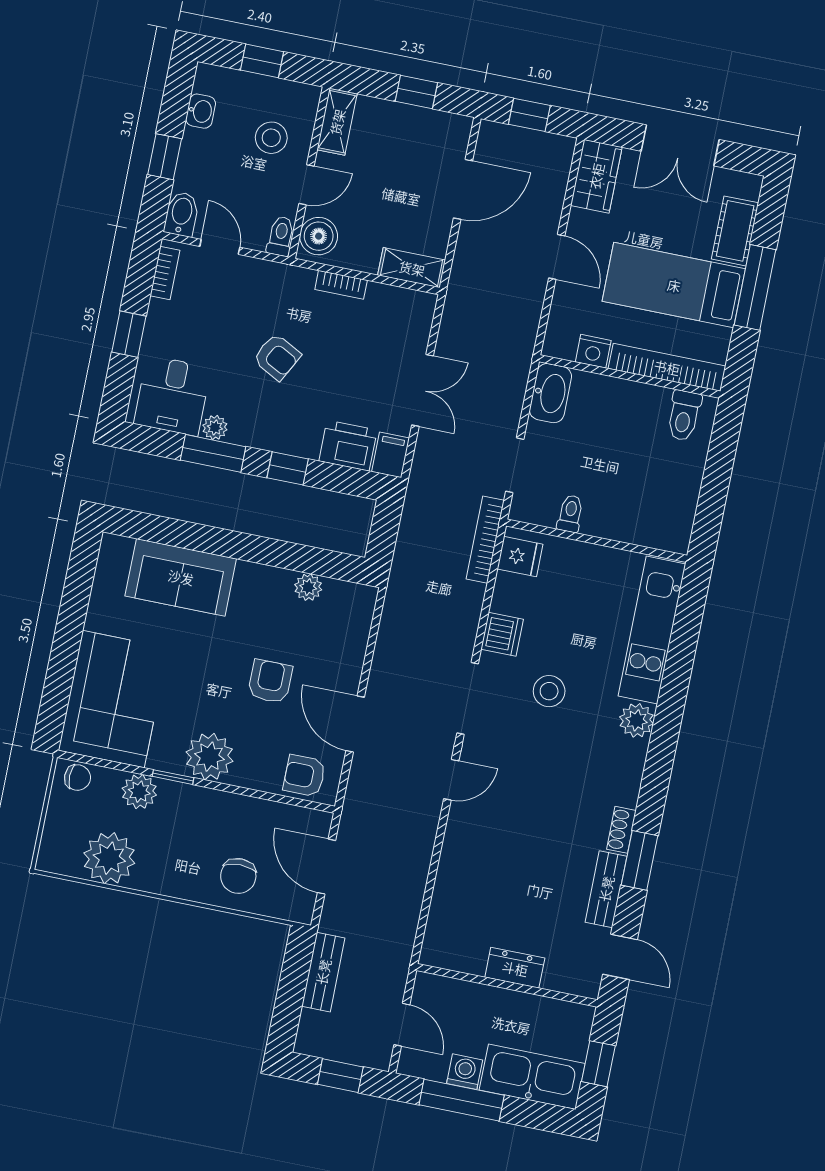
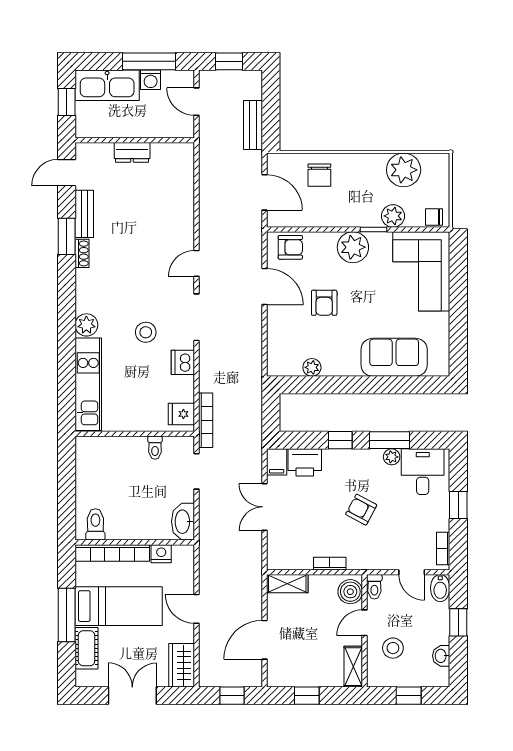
chair: (238, 876) -> (319, 175), turned 180
door: (620, 957) -> (67, 173), hinge flipped

